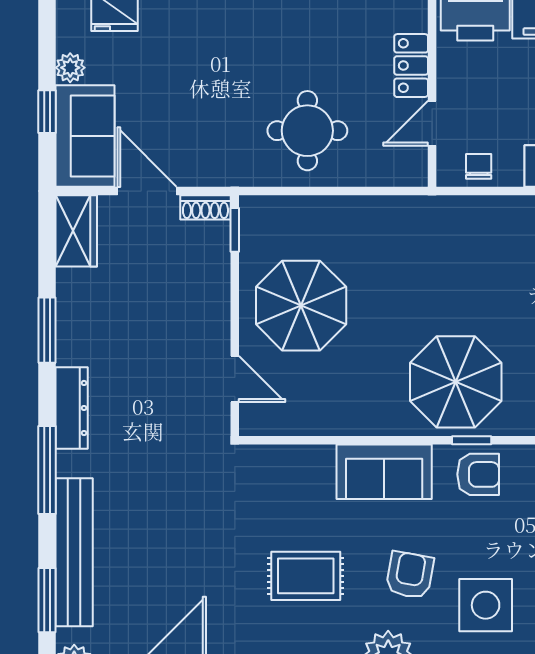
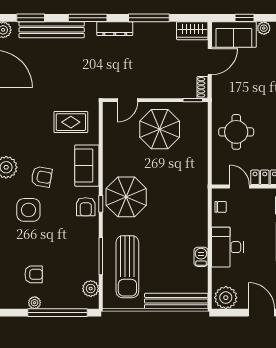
window: (47, 330) -> (149, 18), width x1.44
rug: (306, 576) -> (71, 122), moved, turned 90

